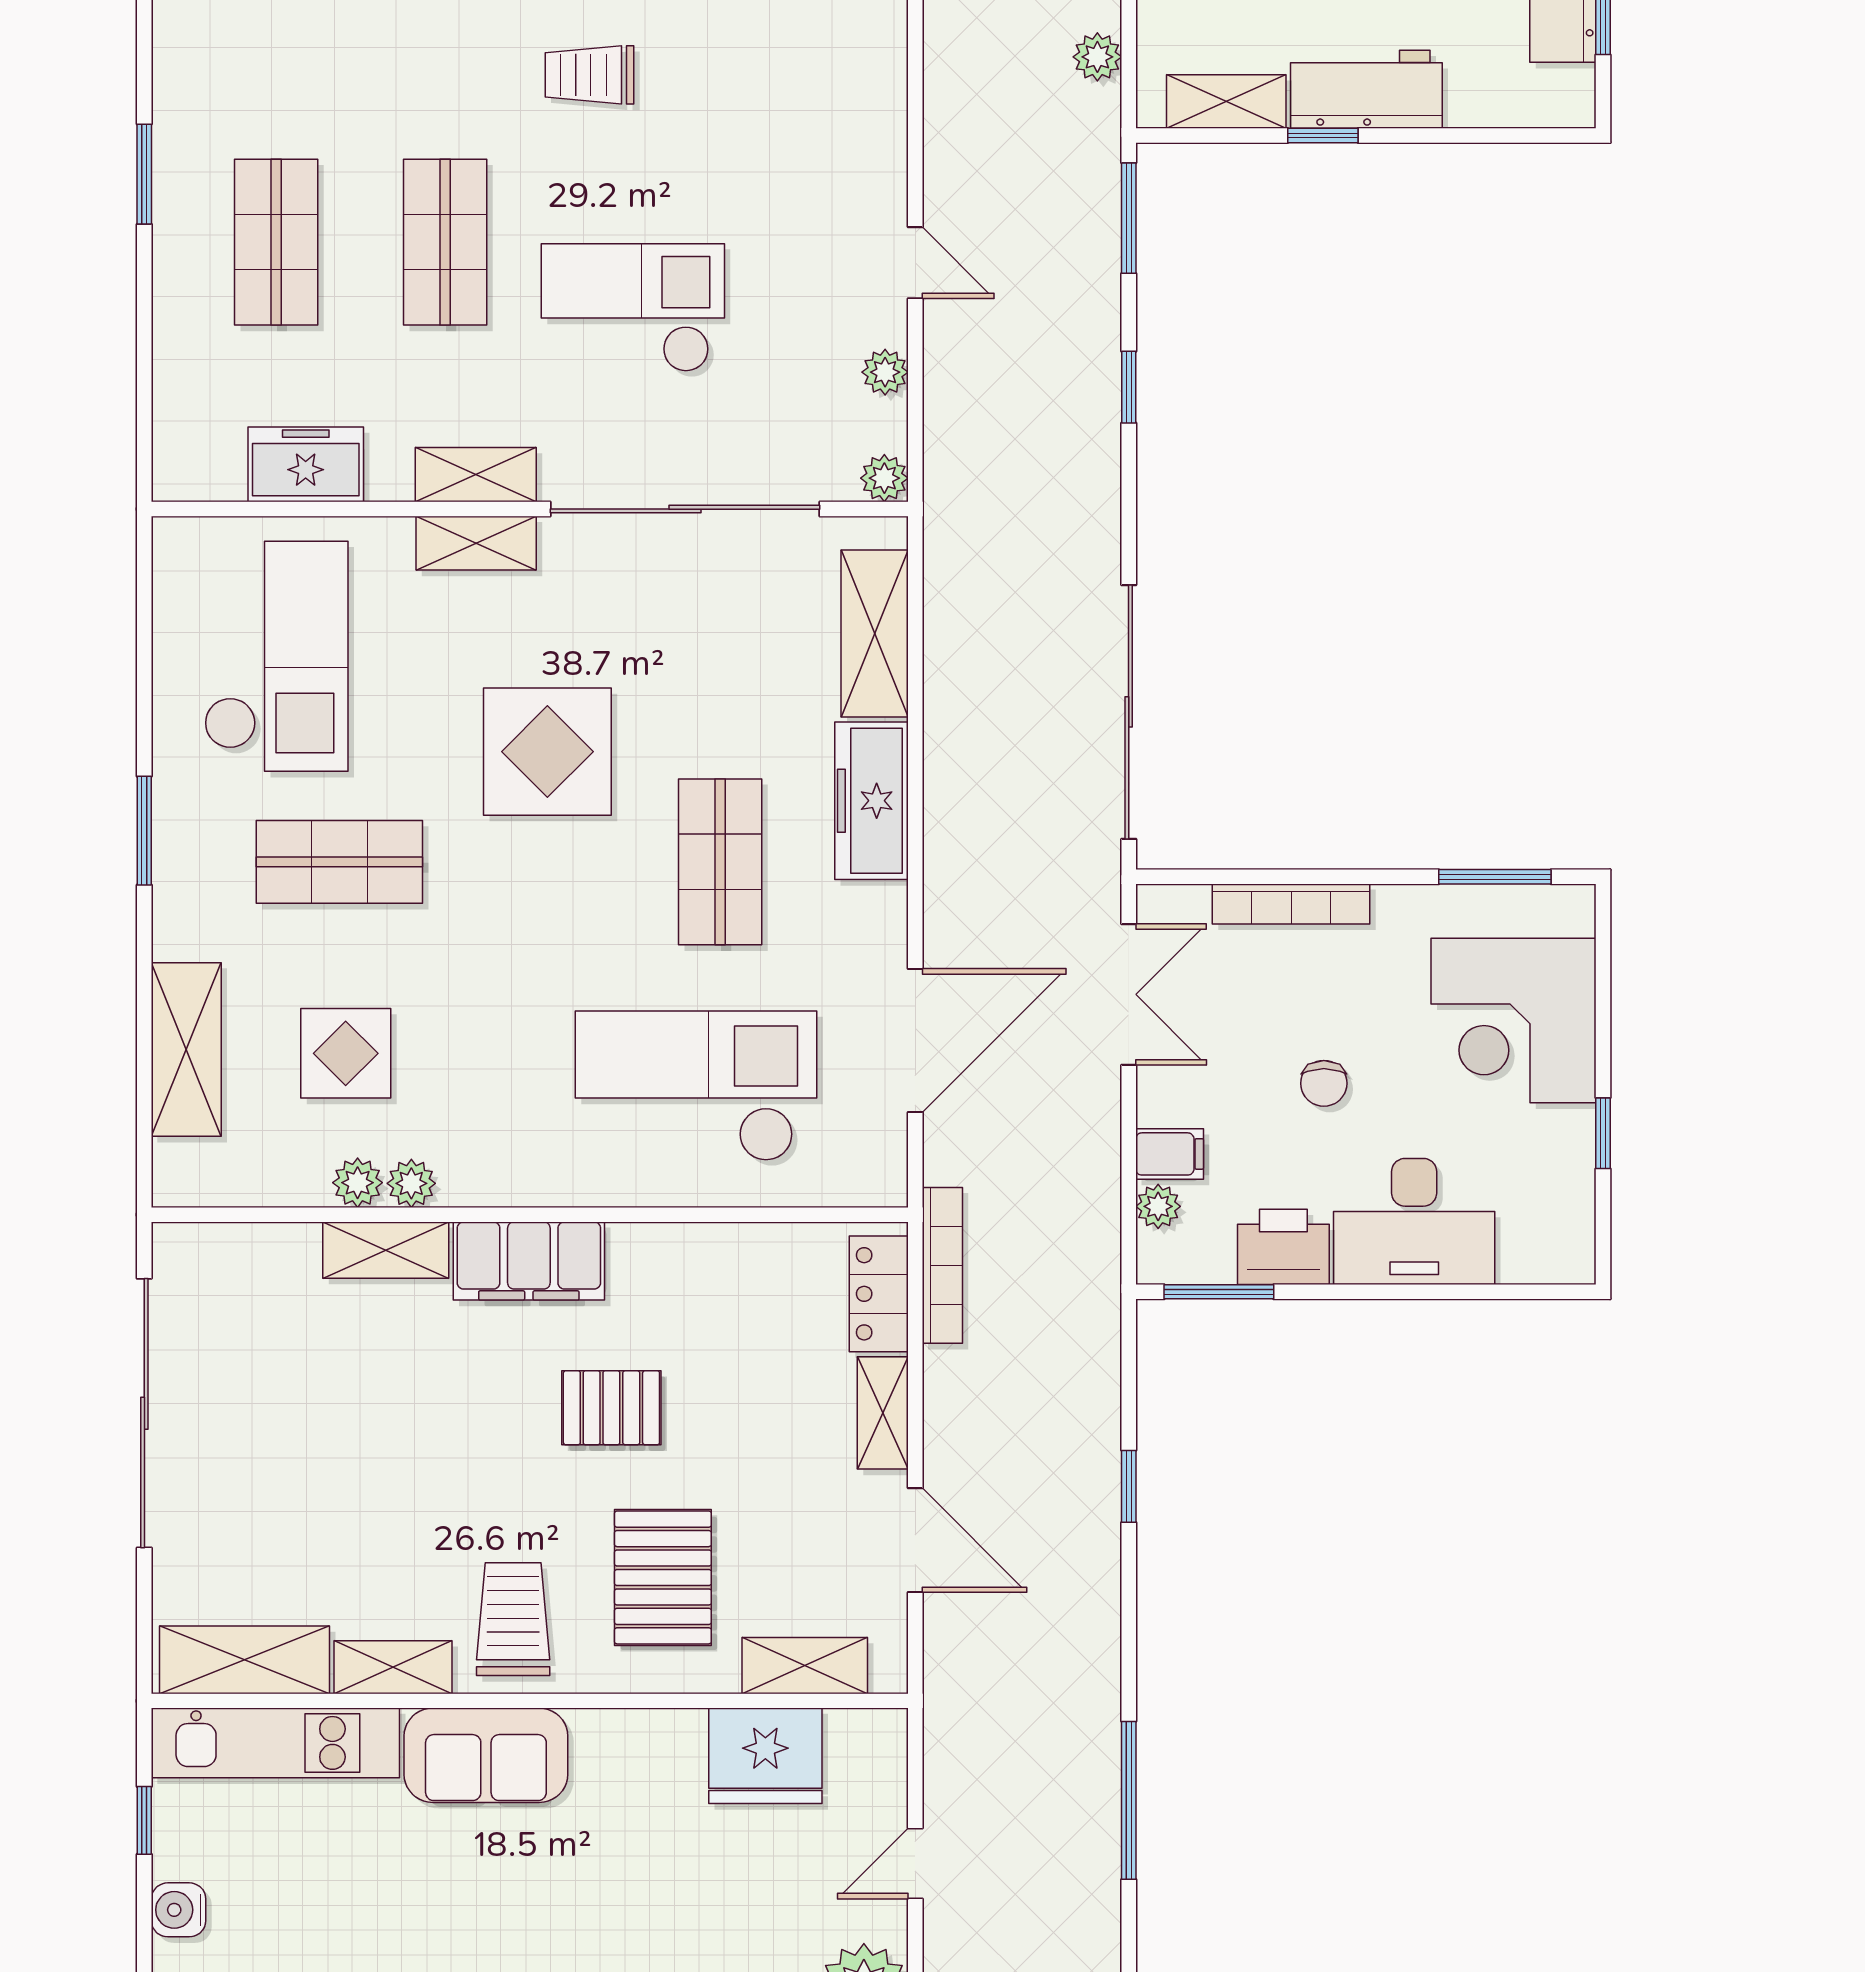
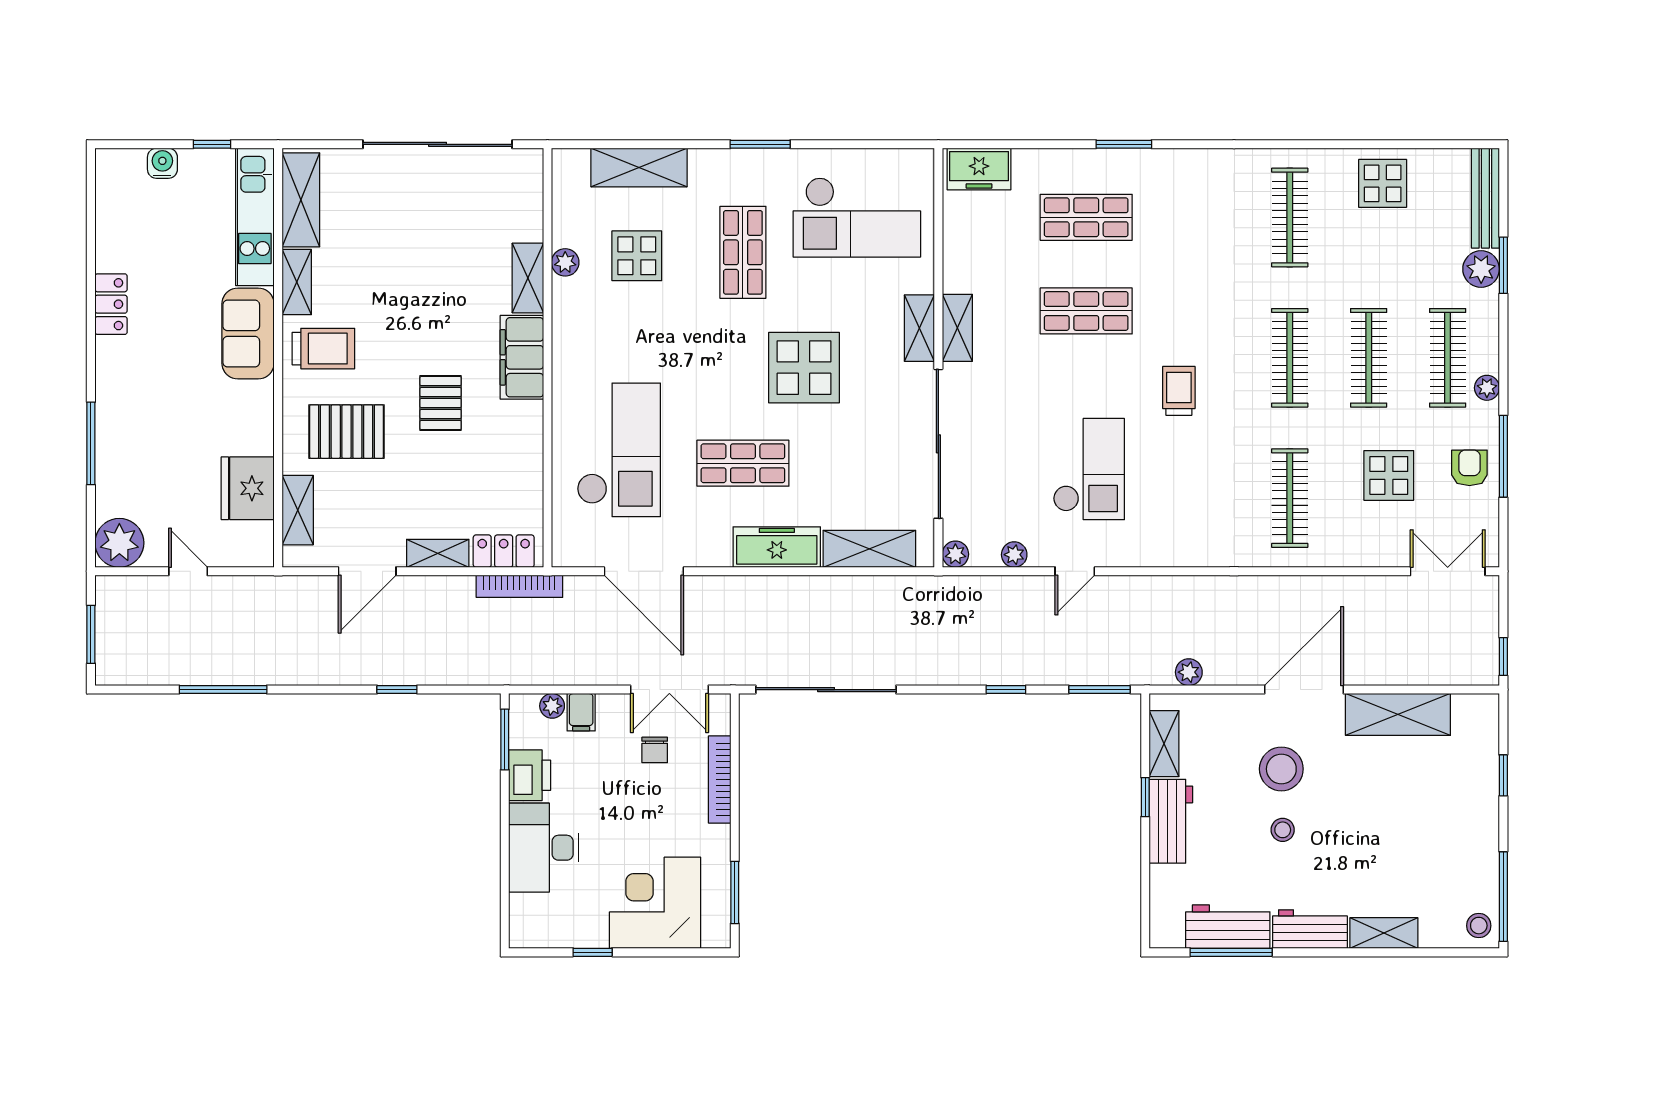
checkout: (633, 308) -> (1089, 469), moved
freezer: (306, 464) -> (979, 169), moved, turned 90
chair: (1324, 1083) -> (655, 750), moved, turned -90
plant: (411, 1183) -> (565, 292), removed

